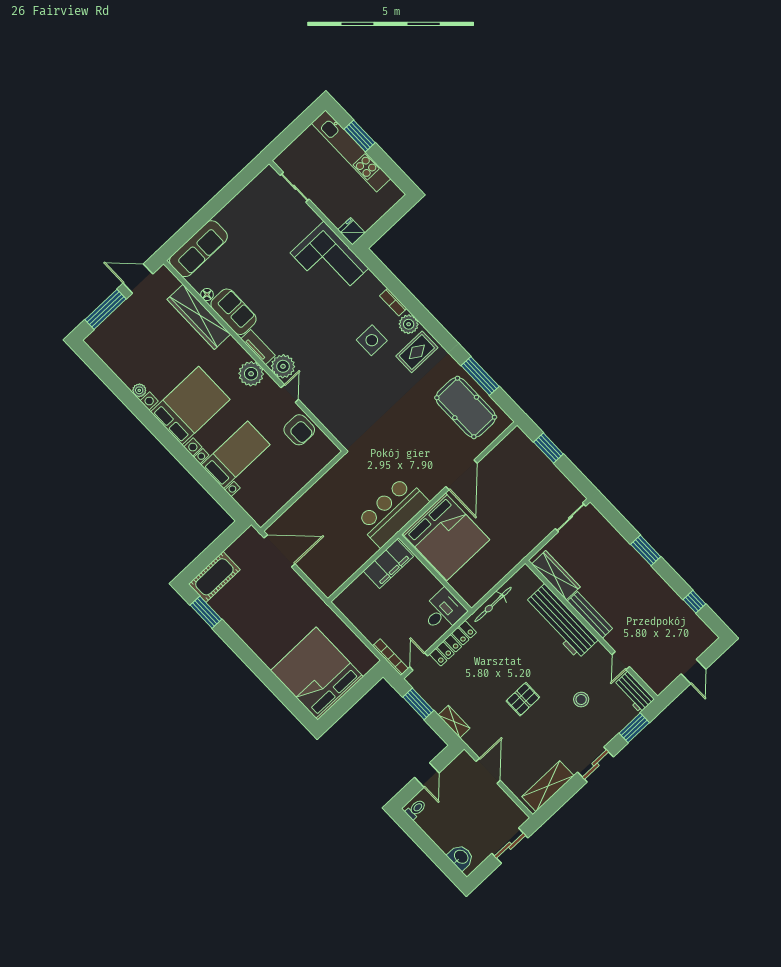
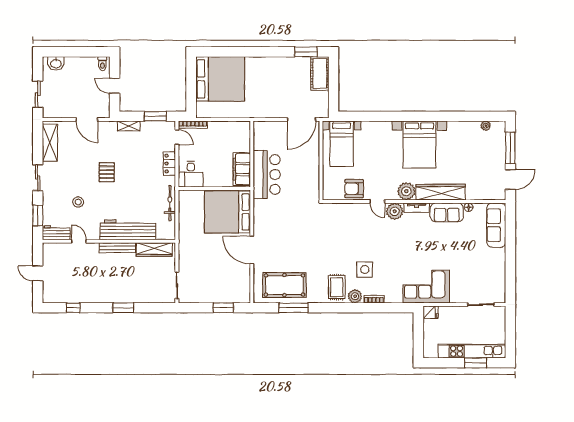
wardrobe: (199, 317) -> (441, 192), moved
plant: (139, 390) -> (486, 126), moved
bed with nightstands: (236, 455) -> (342, 144), moved
bar counter: (392, 512) -> (267, 174), moved
locker: (453, 643) -> (170, 164), width x0.66

